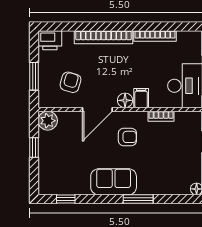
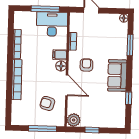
printer: (50, 40) -> (18, 117), removed
window: (34, 76) -> (42, 129), width x1.44
window: (66, 199) -> (129, 98), moved
window: (138, 199) -> (130, 45), moved

